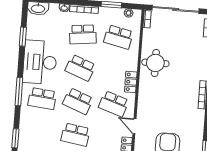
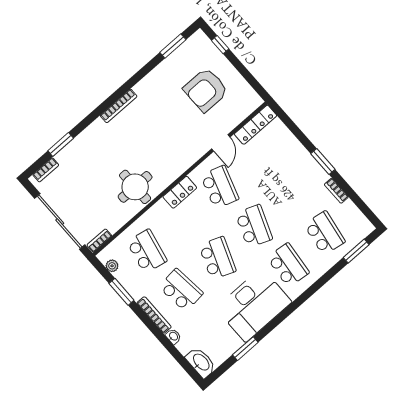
window: (19, 92) -> (305, 296), removed
school desk: (75, 135) -> (325, 233), moved

